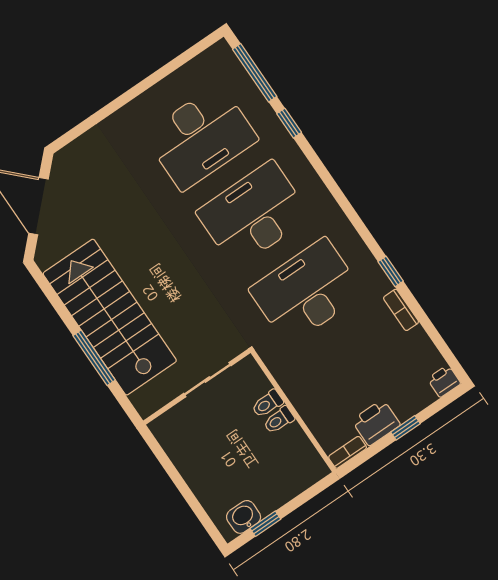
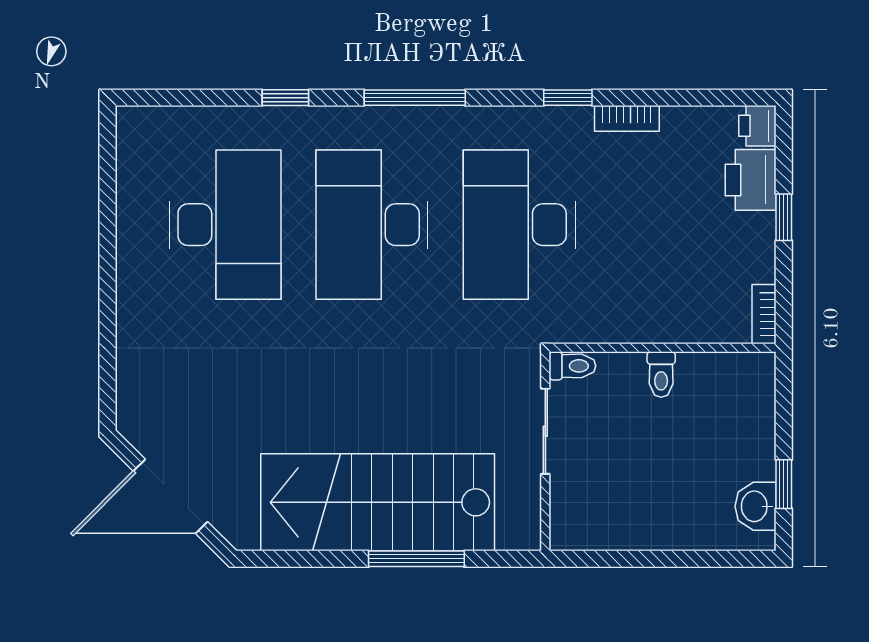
window: (255, 73) -> (415, 98), moved
toilet: (267, 404) -> (572, 366), moved, turned -90
printer: (376, 423) -> (751, 180), moved

